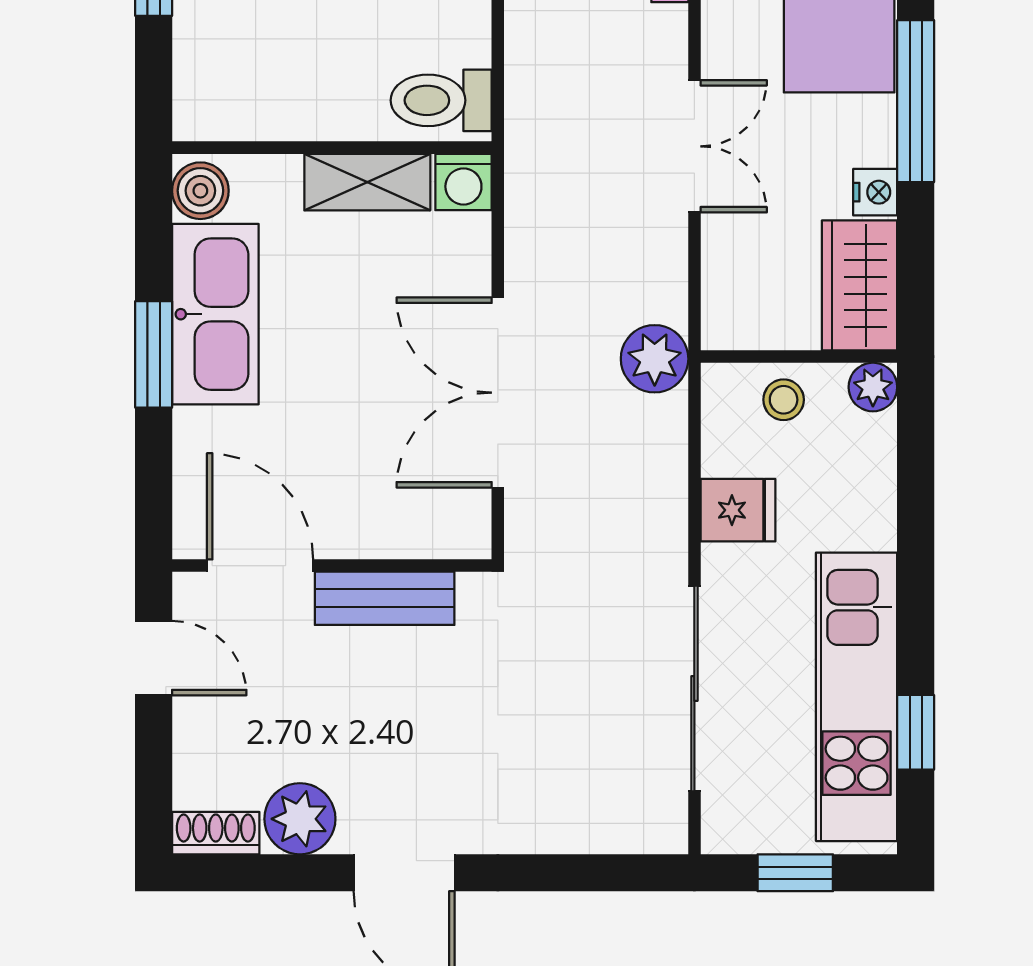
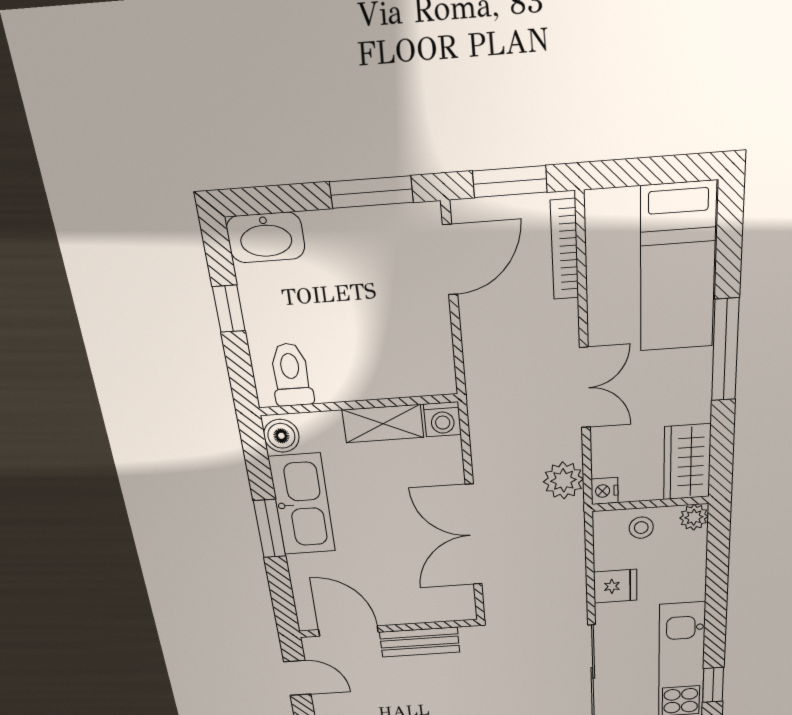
toilet: (441, 100) -> (291, 375), moved, turned 90
nightstand: (875, 192) -> (605, 491), moved, turned 180
plant: (655, 359) -> (563, 480), moved

